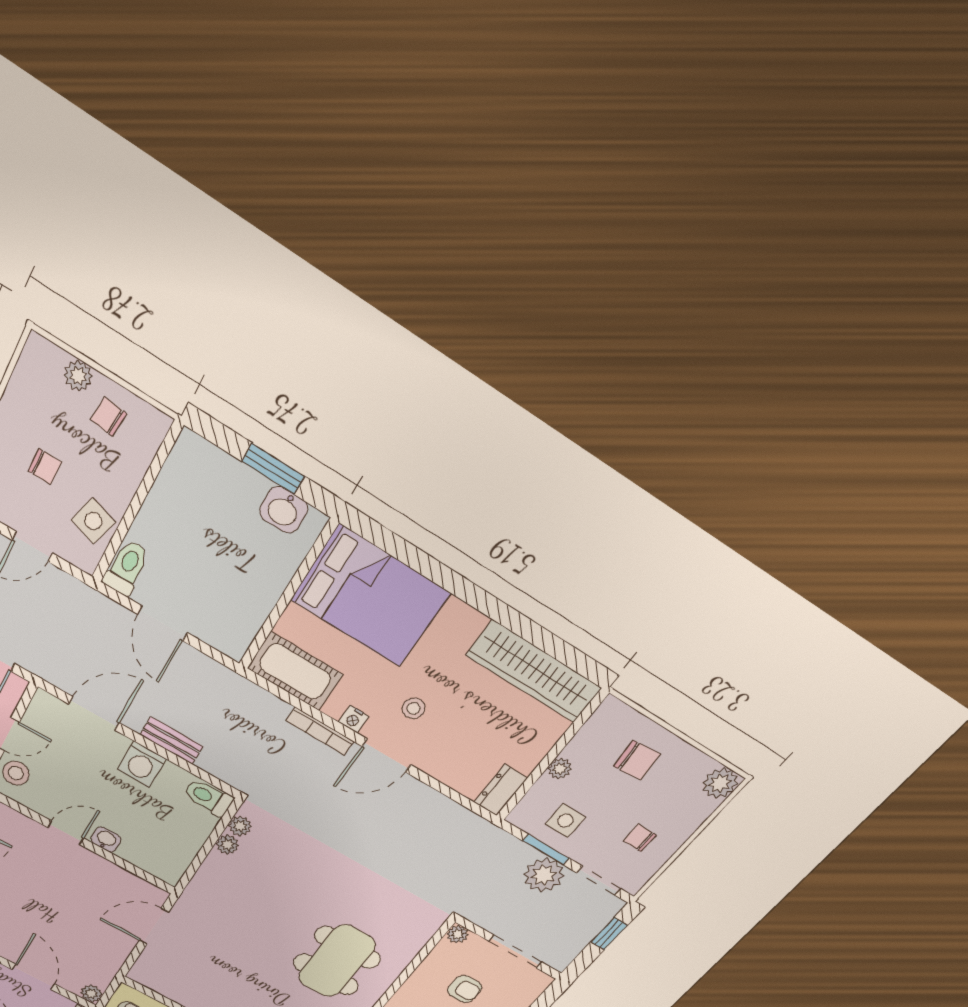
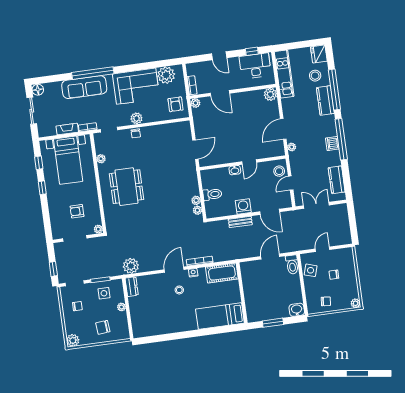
plant: (78, 376) -> (356, 303), moved
washbasin: (284, 510) -> (297, 310), moved
bed: (370, 597) -> (220, 316), width x0.67
door: (163, 623) -> (270, 256), hinge flipped
wardrobe: (534, 672) -> (156, 327), removed
door: (94, 713) -> (270, 212), hinge flipped
toilet: (208, 797) -> (212, 194), moved
plant: (544, 875) -> (131, 266), moved

